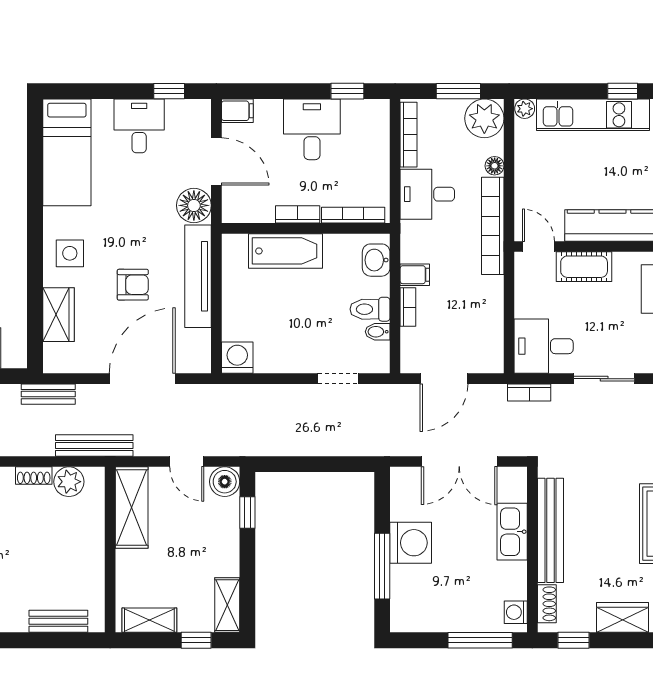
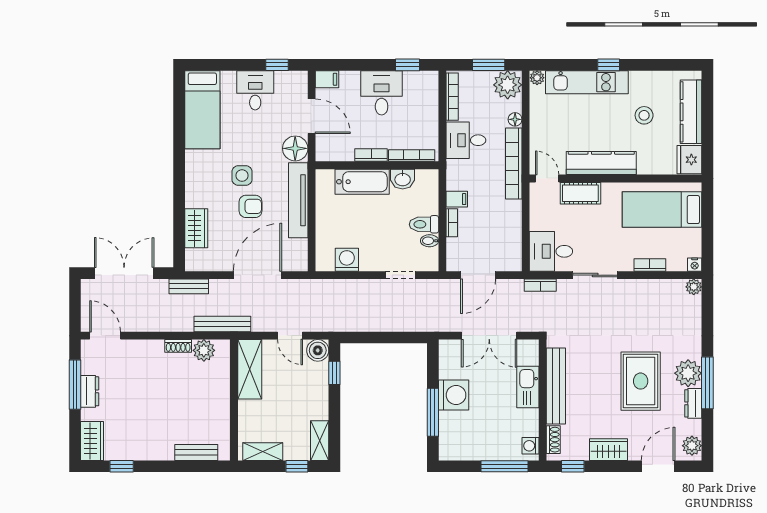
side table: (70, 253) -> (242, 176), moved
washbasin: (376, 260) -> (403, 179), moved, turned -90
washing machine: (237, 358) -> (347, 260), moved

